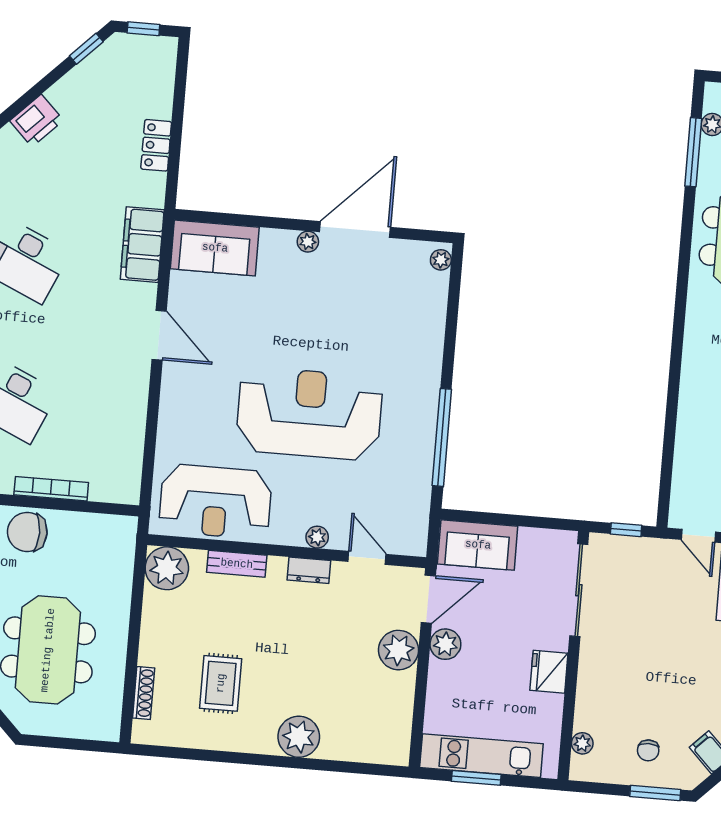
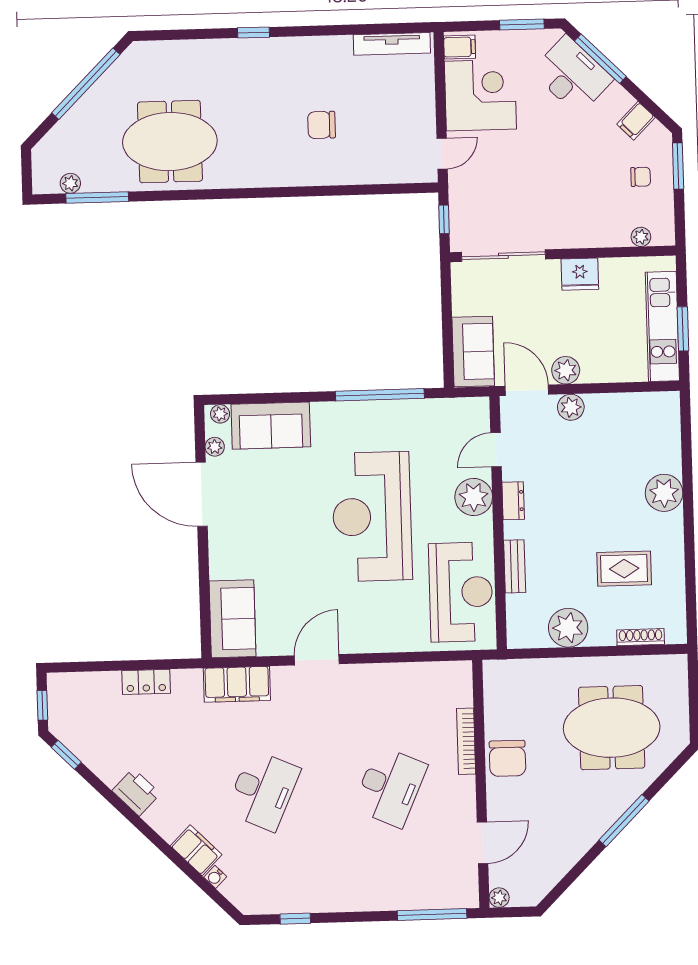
plant: (308, 242) -> (215, 447), moved
sofa: (422, 314) -> (271, 426), added
plant: (317, 537) -> (474, 497), width x1.88, depth x1.88
plant: (167, 568) -> (568, 628), moved
plant: (399, 650) -> (571, 407), width x0.73, depth x0.73

